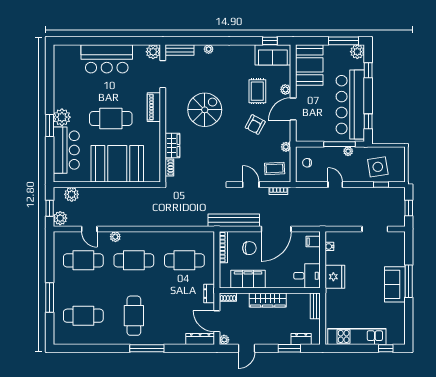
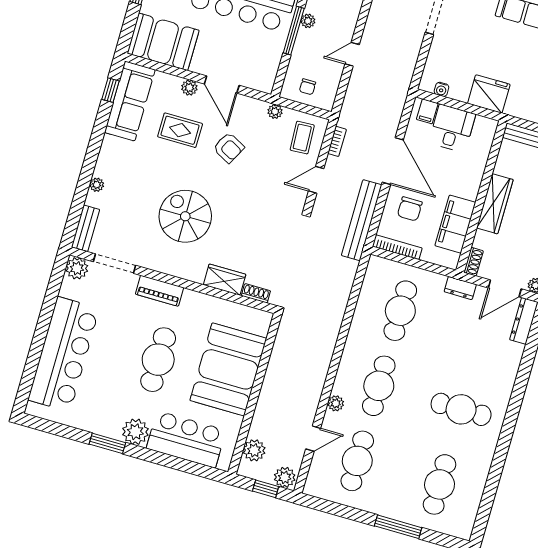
sofa: (273, 55) -> (130, 101), width x1.36
bar counter: (107, 59) -> (64, 354), width x1.36
window: (50, 126) -> (107, 443), moved
chair: (249, 248) -> (410, 209), turned 180
desk: (307, 276) -> (452, 128), moved
window: (147, 348) -> (515, 404), removed

